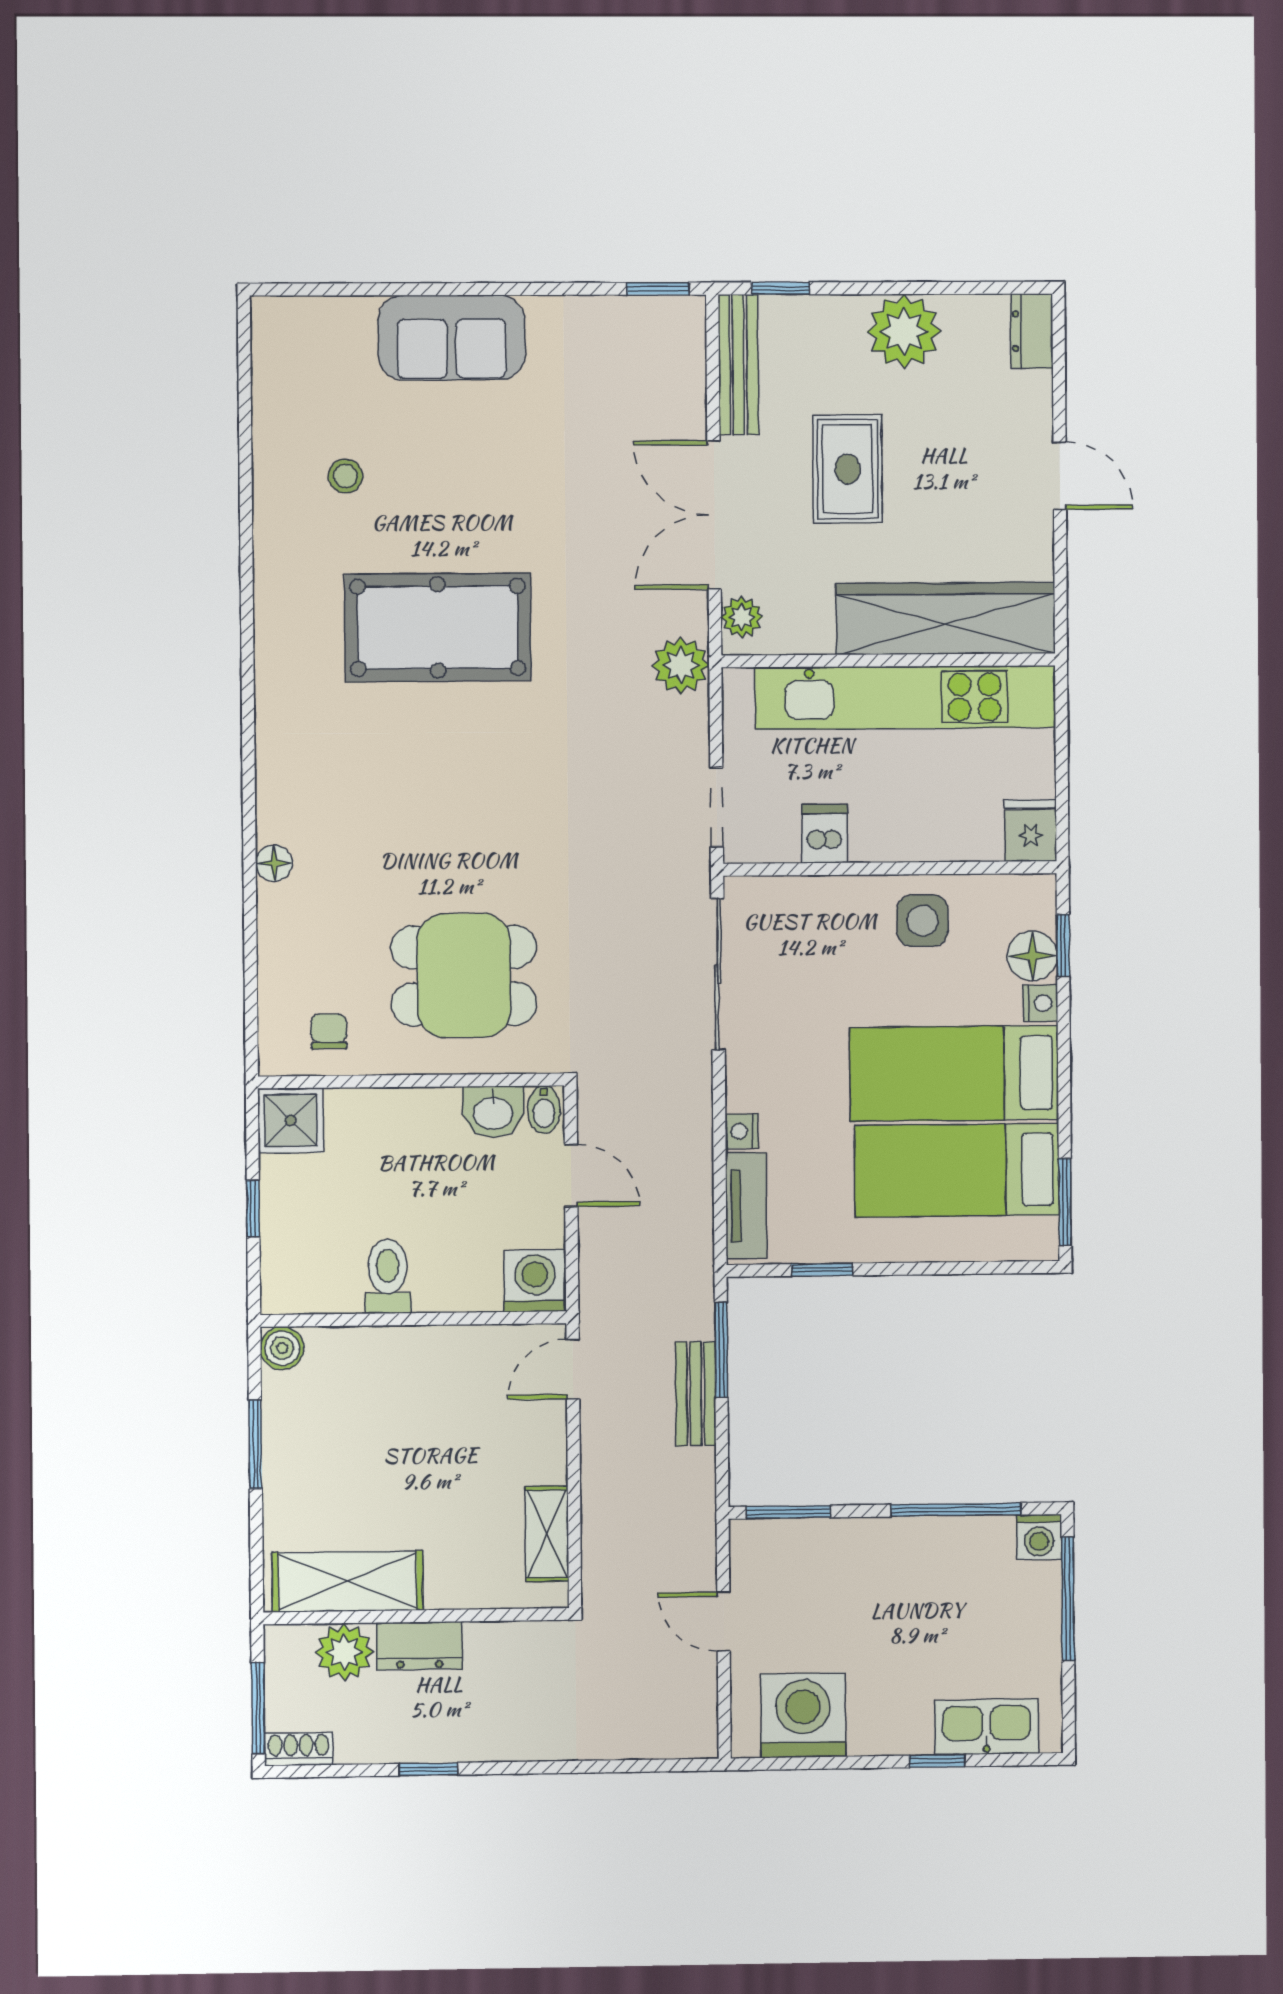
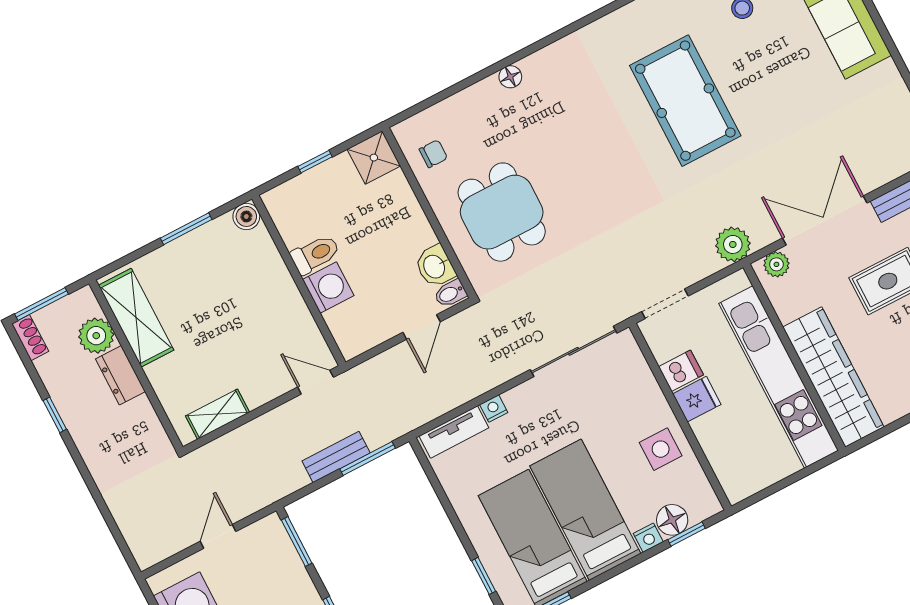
fridge: (1031, 831) -> (697, 399), moved
window: (822, 1270) -> (484, 576), moved
washing machine: (535, 1281) -> (328, 288), moved

